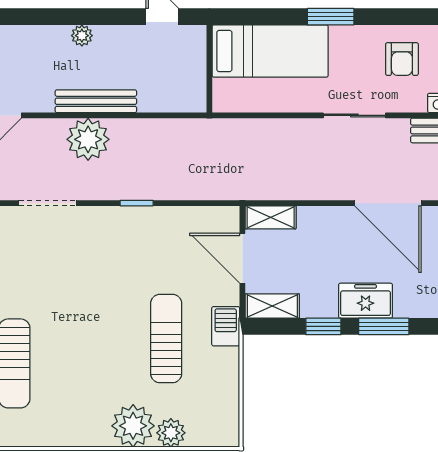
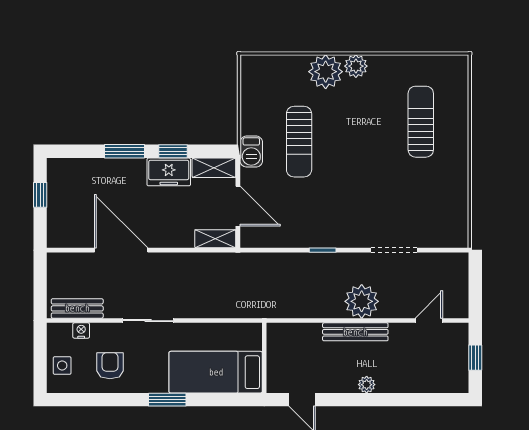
freezer: (366, 301) -> (169, 172), moved
plant: (171, 433) -> (356, 66), moved

